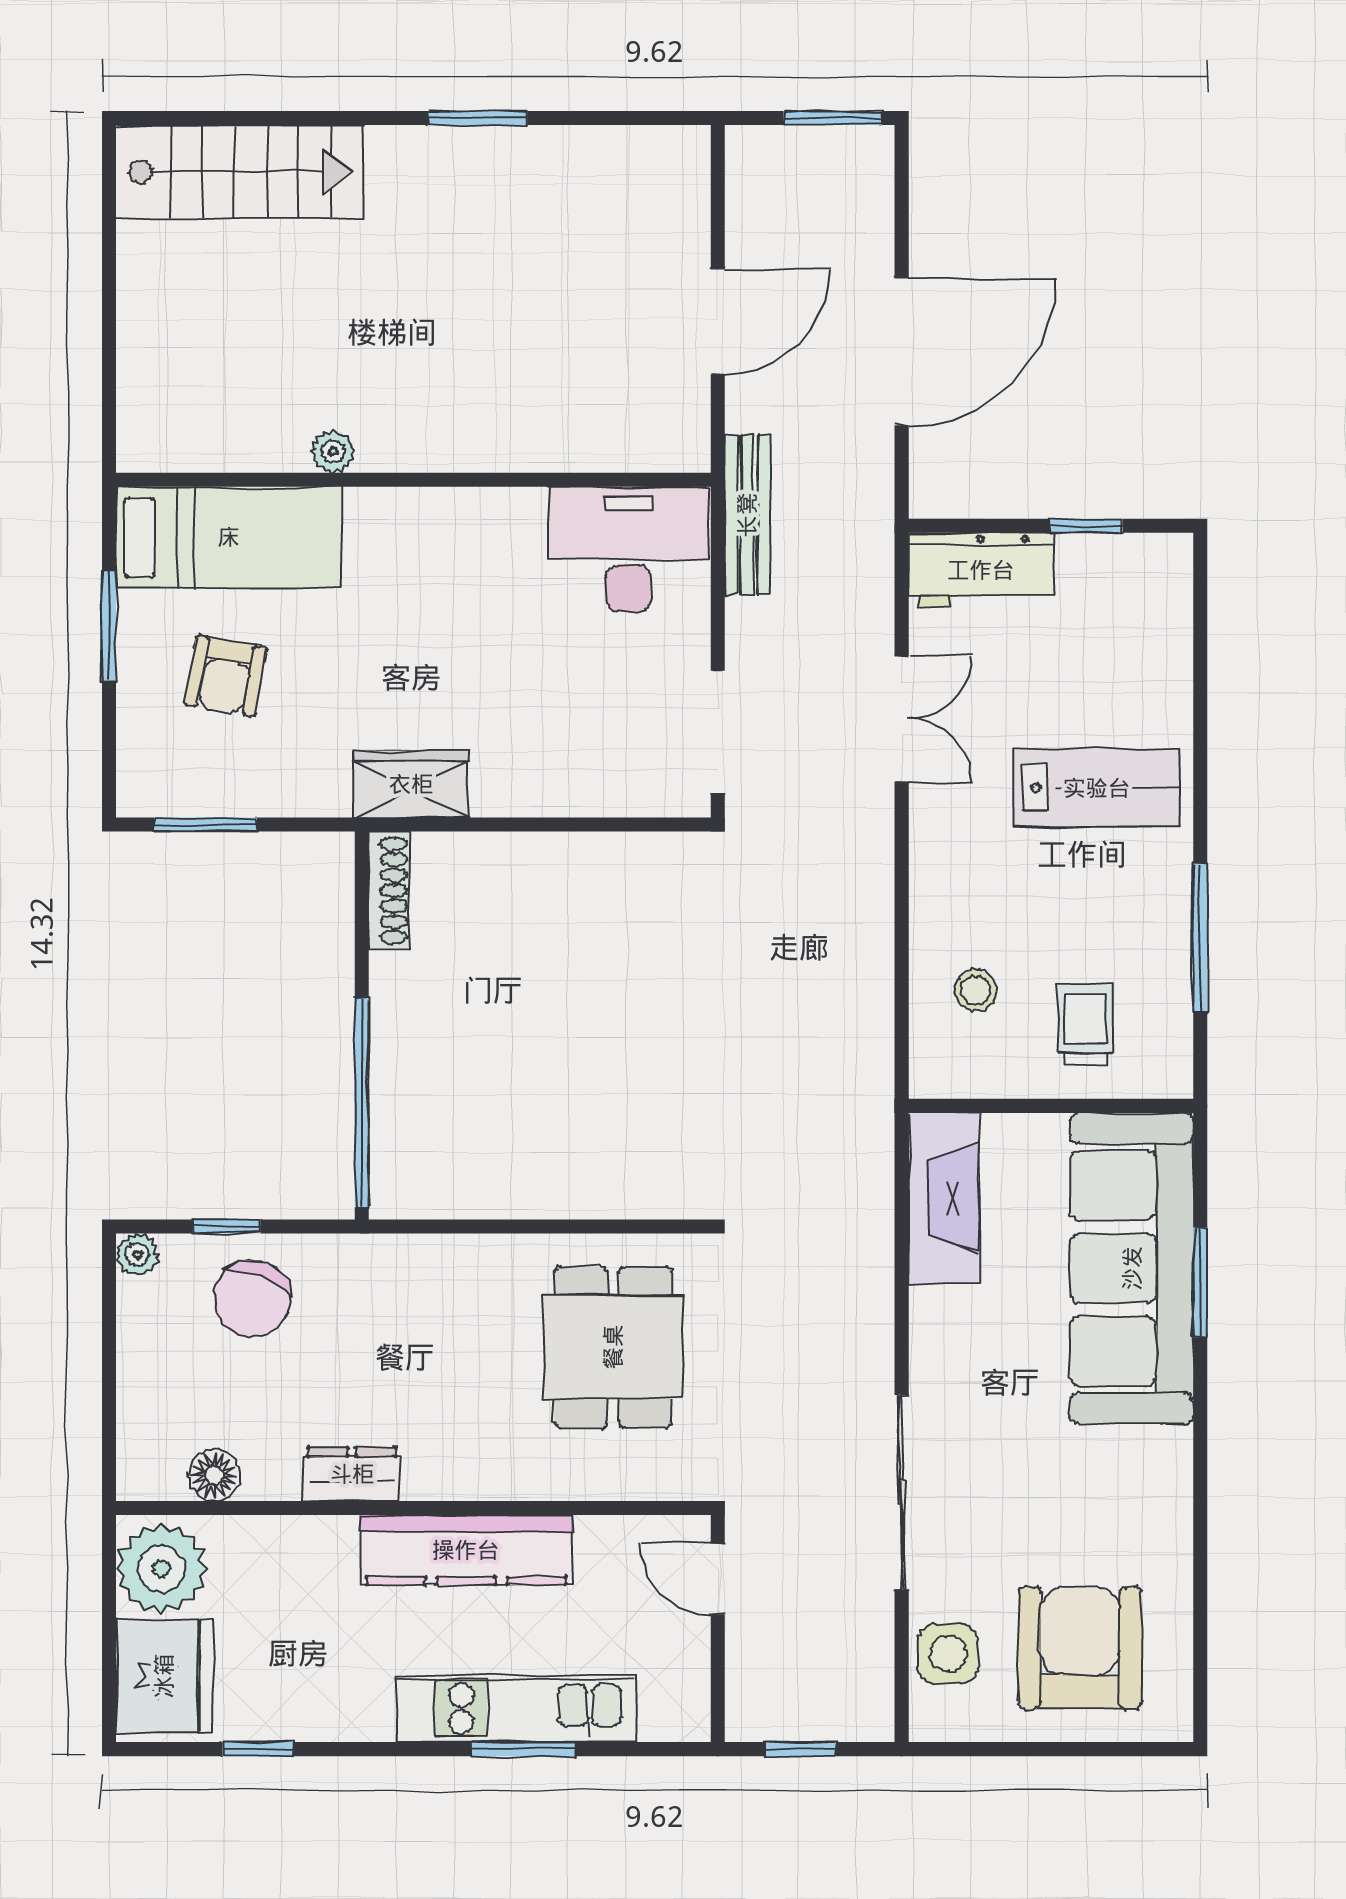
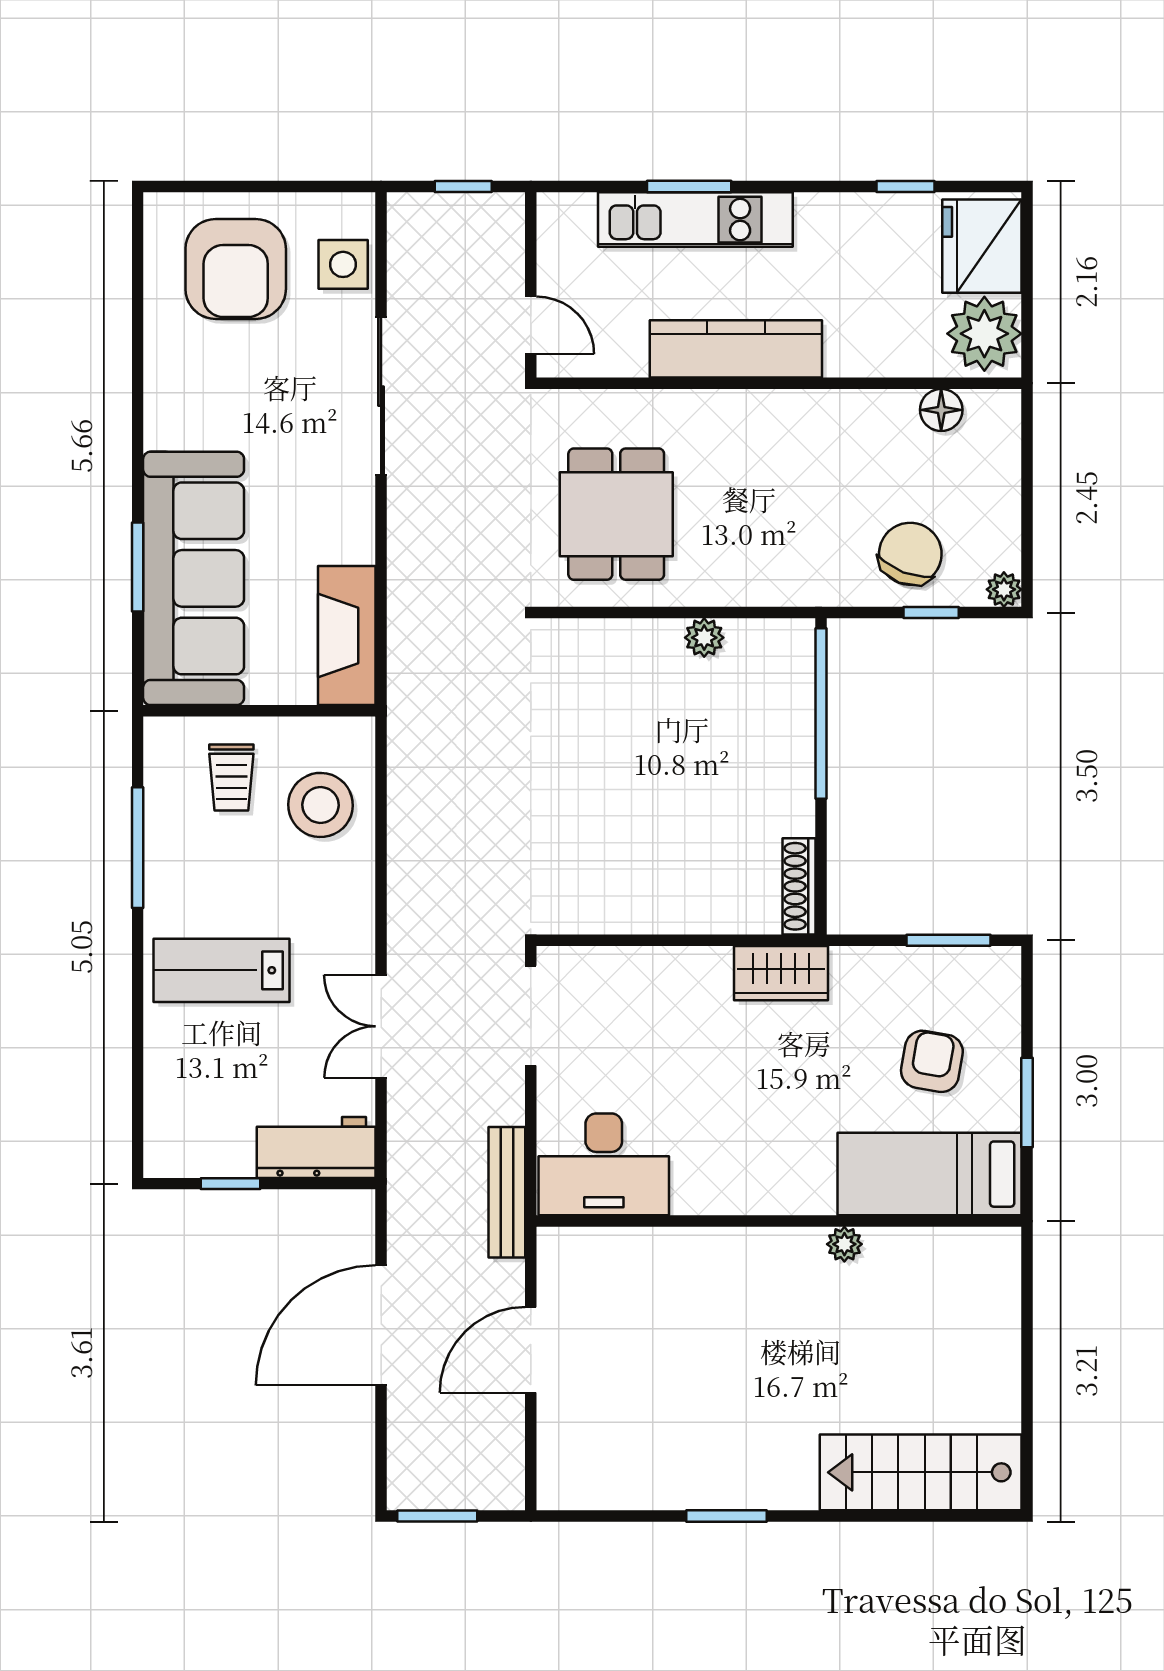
stool: (976, 990) -> (320, 805), width x1.89, depth x1.89
plant: (505, 1196) -> (704, 638), added
dresser: (352, 1474) -> (829, 411), removed

